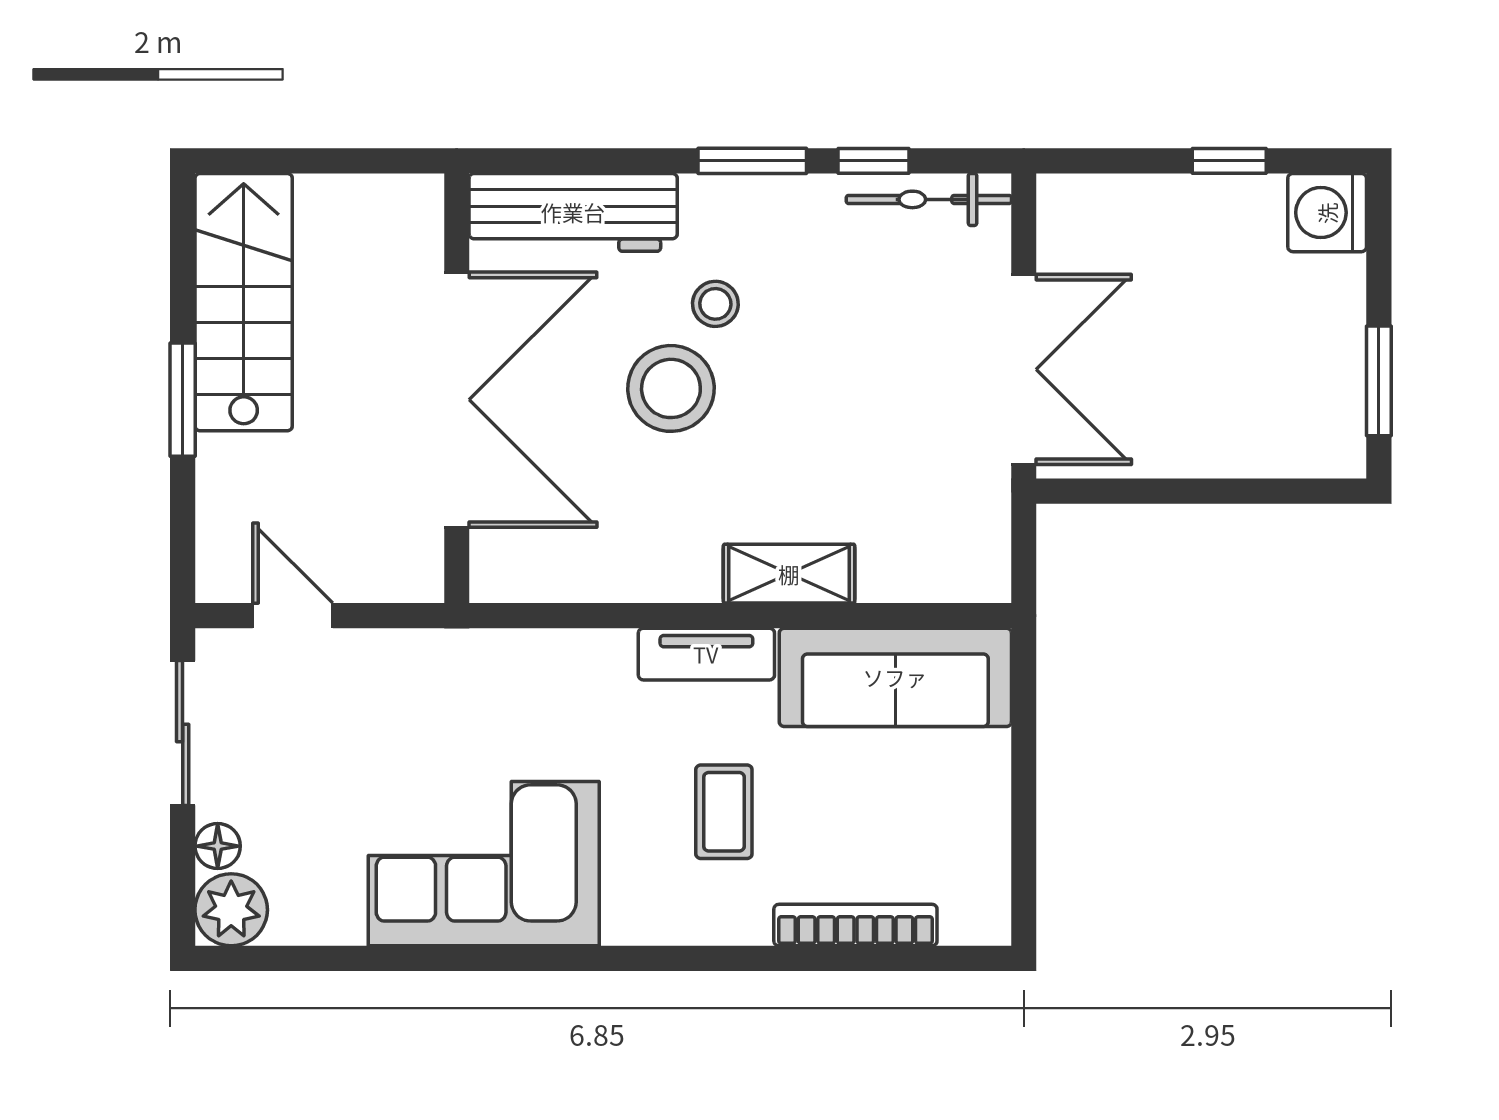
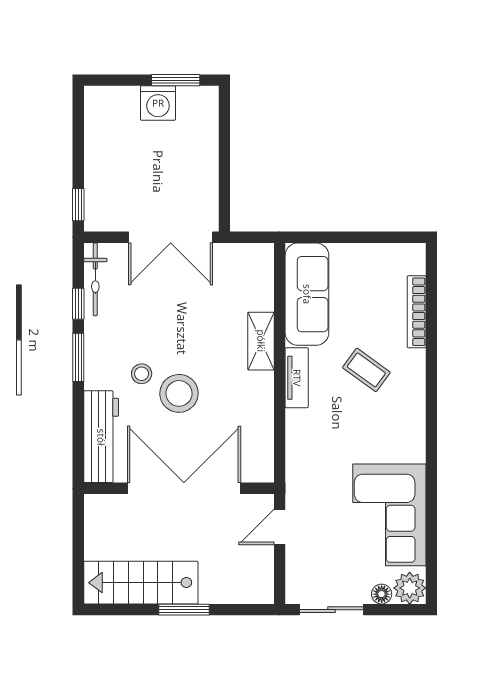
window: (1229, 161) -> (78, 205), moved
washing machine: (1327, 213) -> (158, 103), moved
double door: (1024, 369) -> (171, 237), swing flipped
door: (293, 616) -> (280, 527), moved
coffee table: (724, 812) -> (366, 370), turned 36
corner sofa: (484, 864) -> (389, 515), moved

